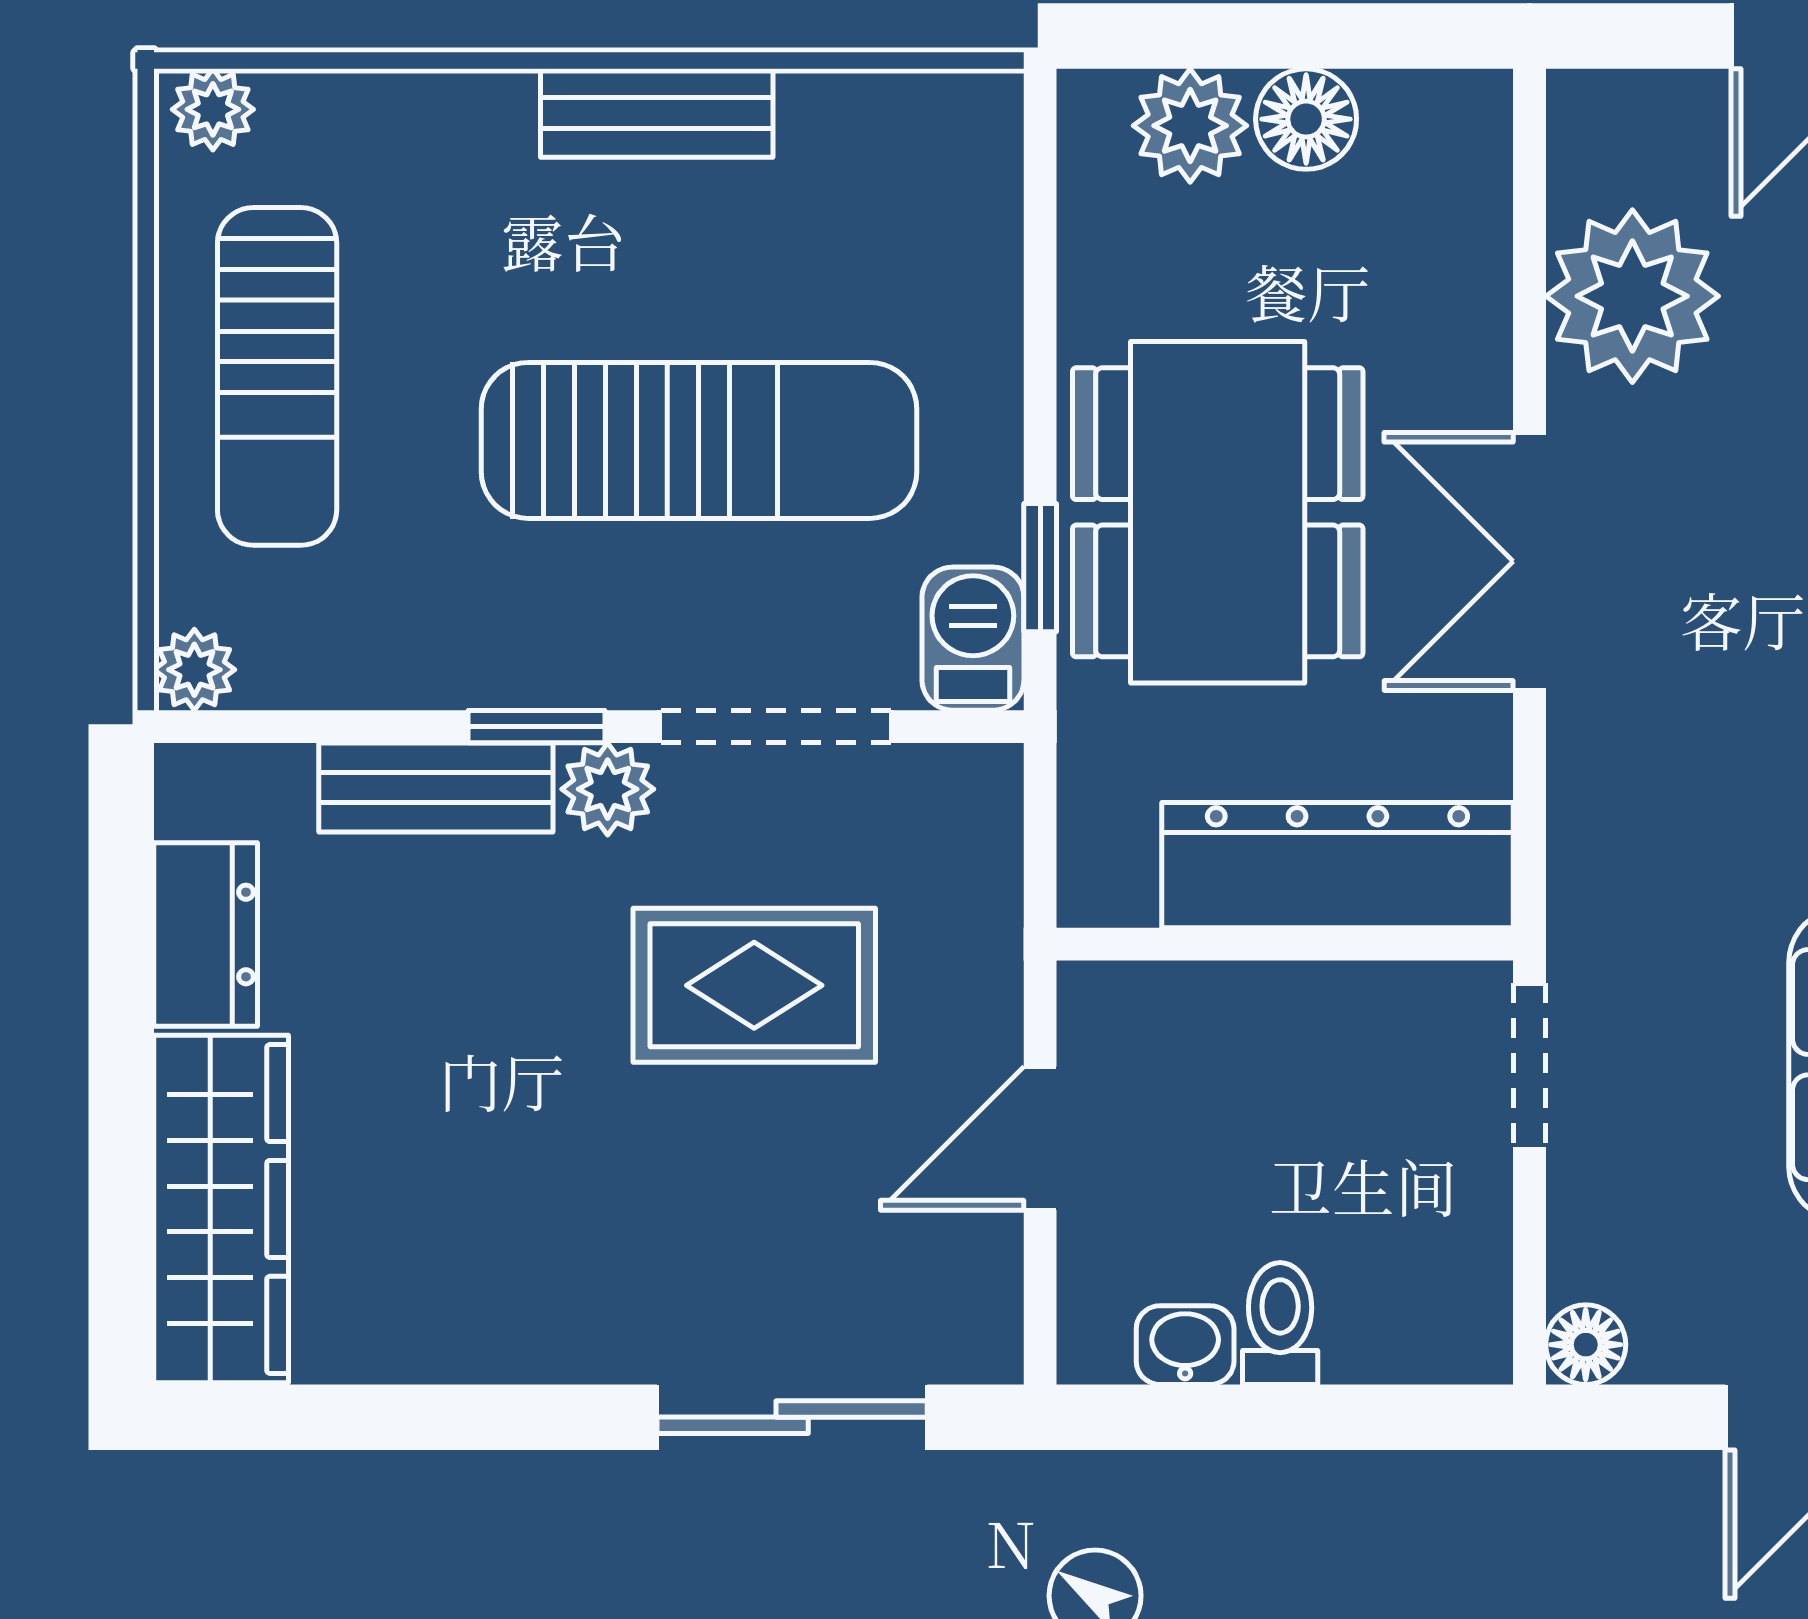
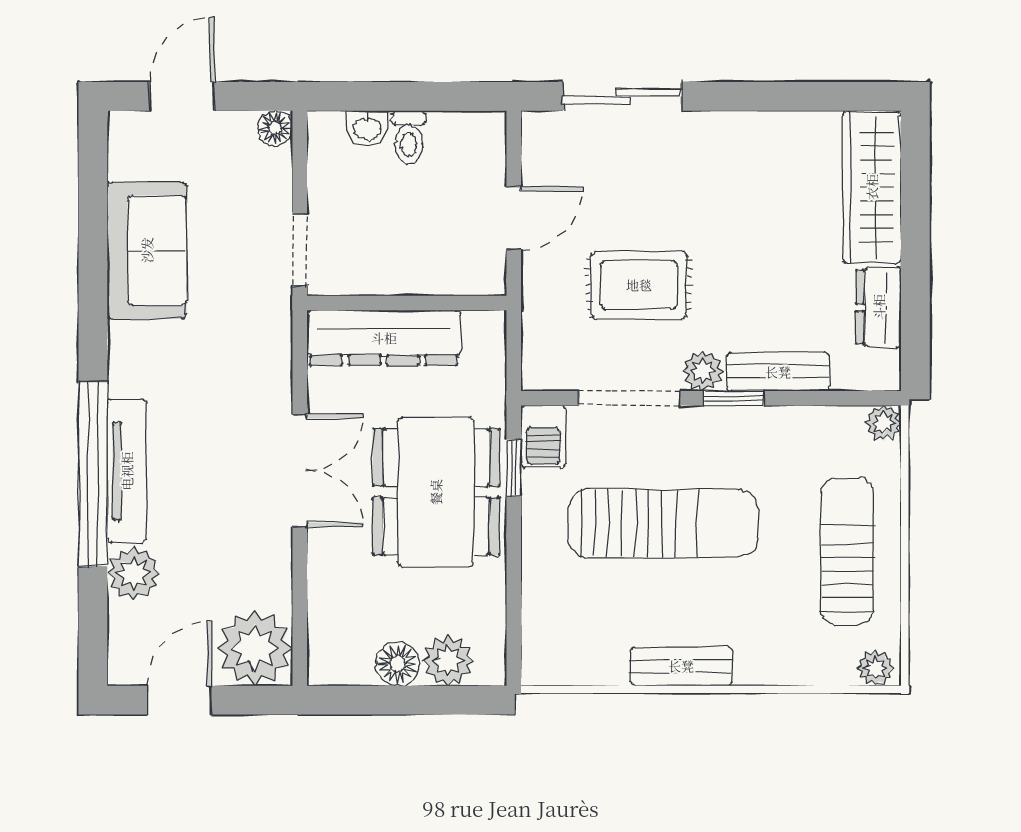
plant: (1632, 296) -> (255, 648), moved
sun lounger: (699, 440) -> (663, 523), turned 180
washbasin: (1185, 1345) -> (367, 128), moved

